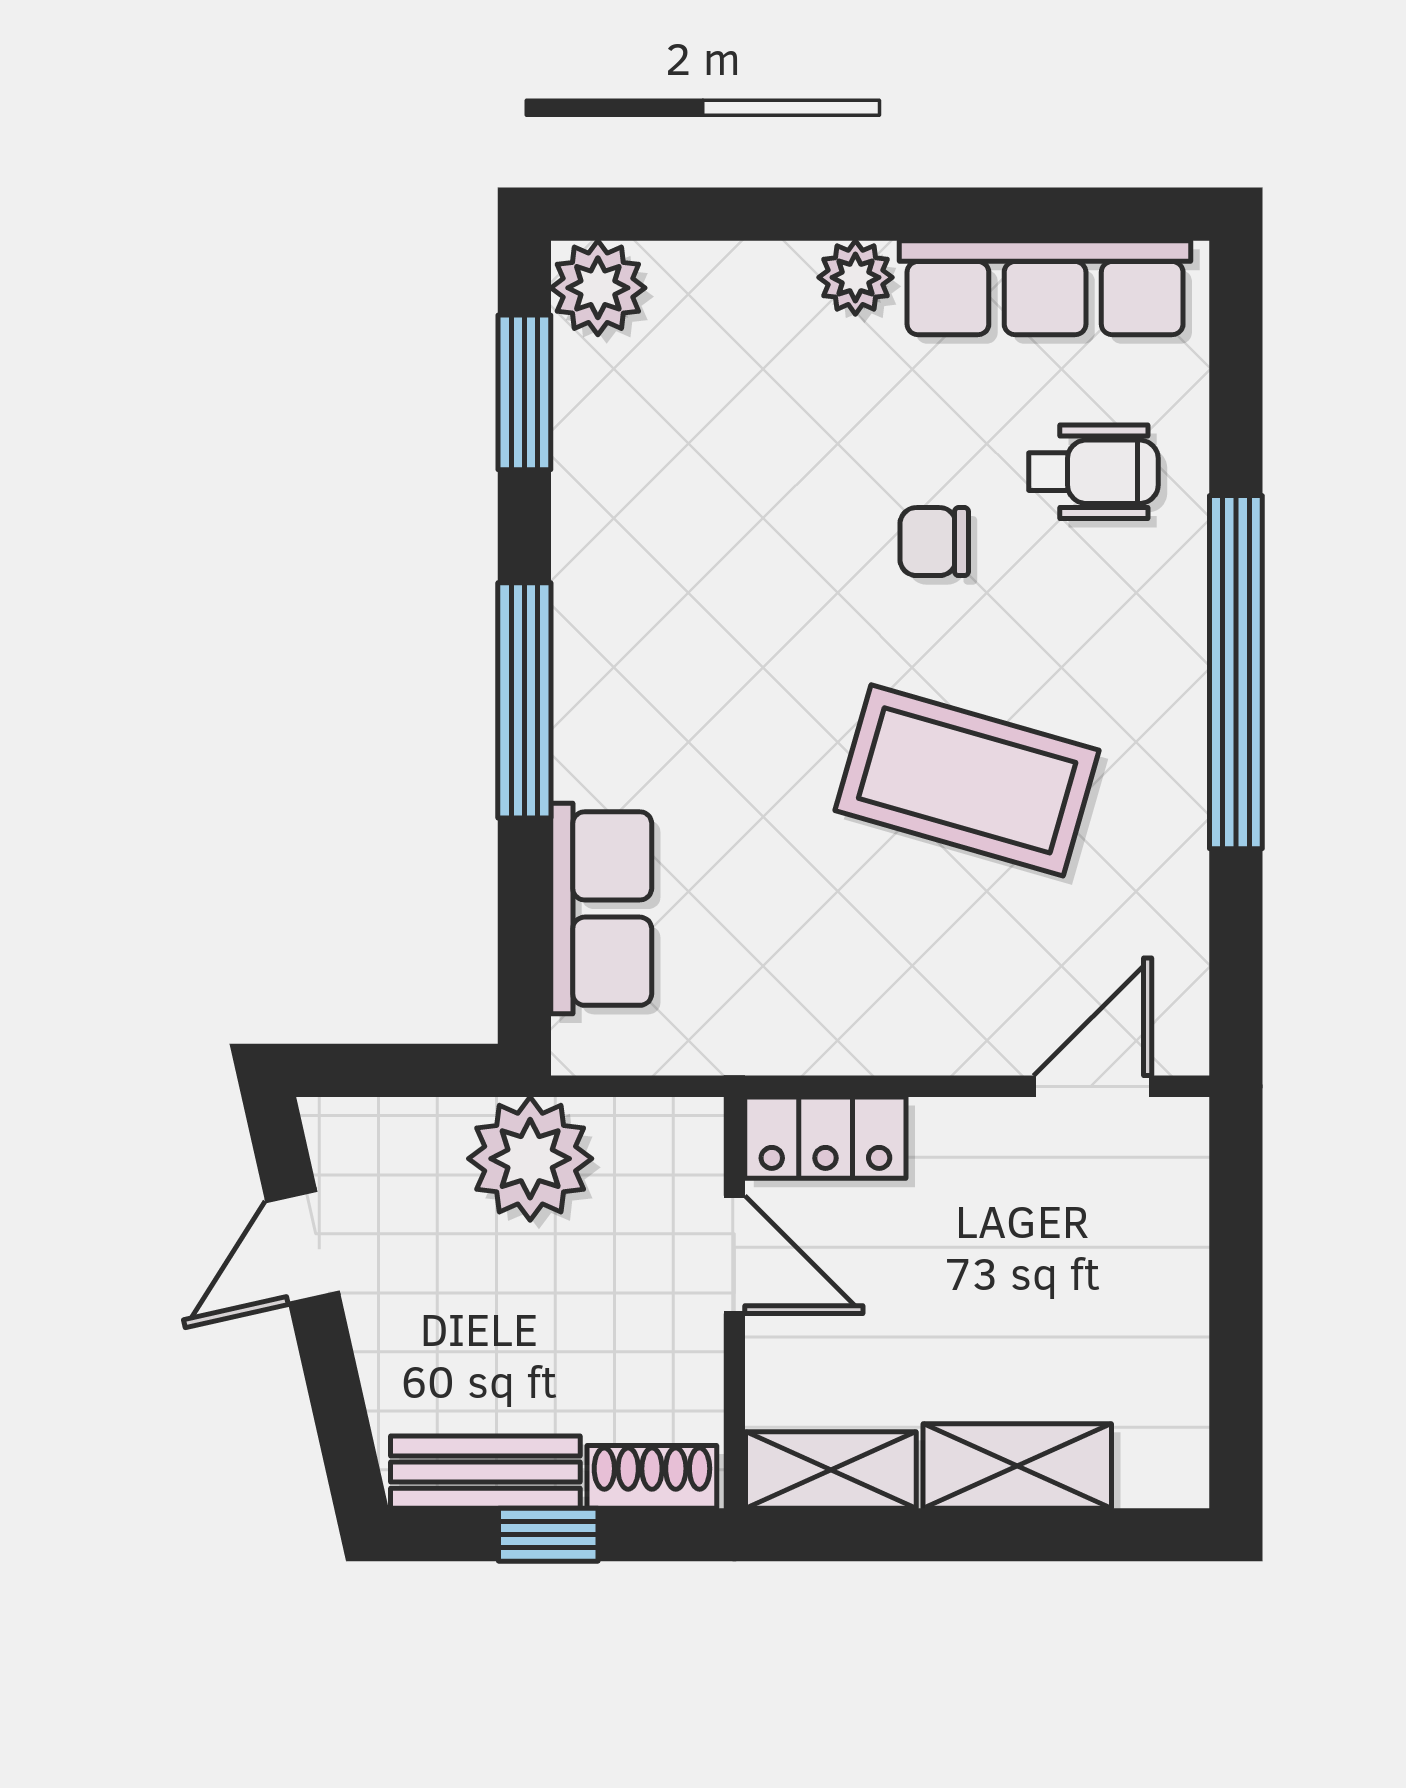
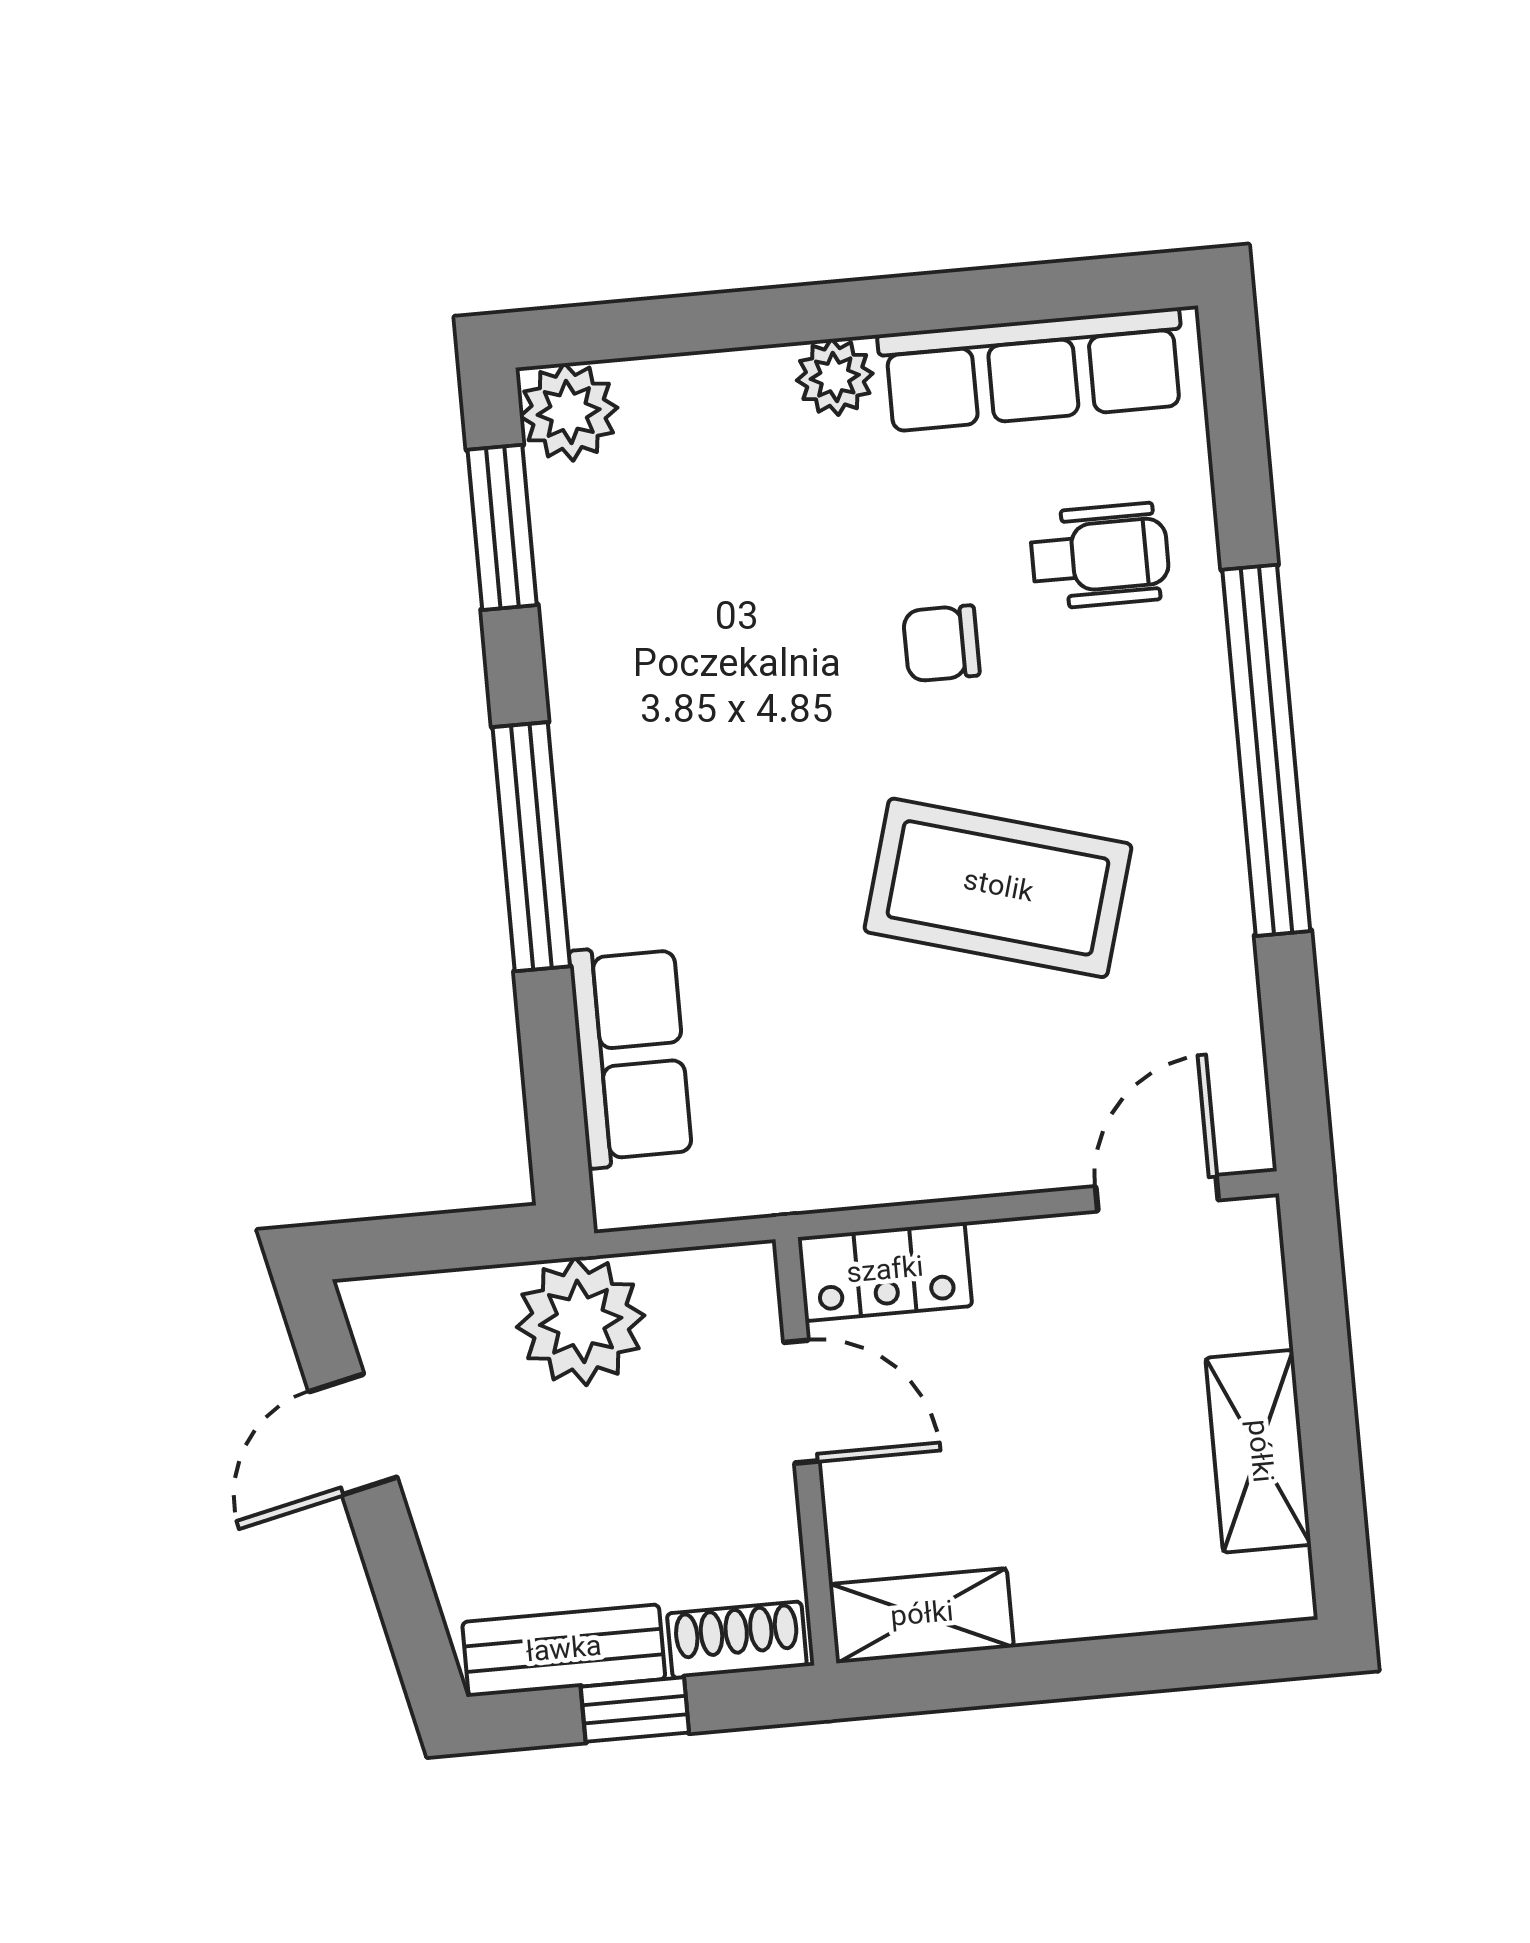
shelving: (1017, 1466) -> (1258, 1451), moved, turned 90

